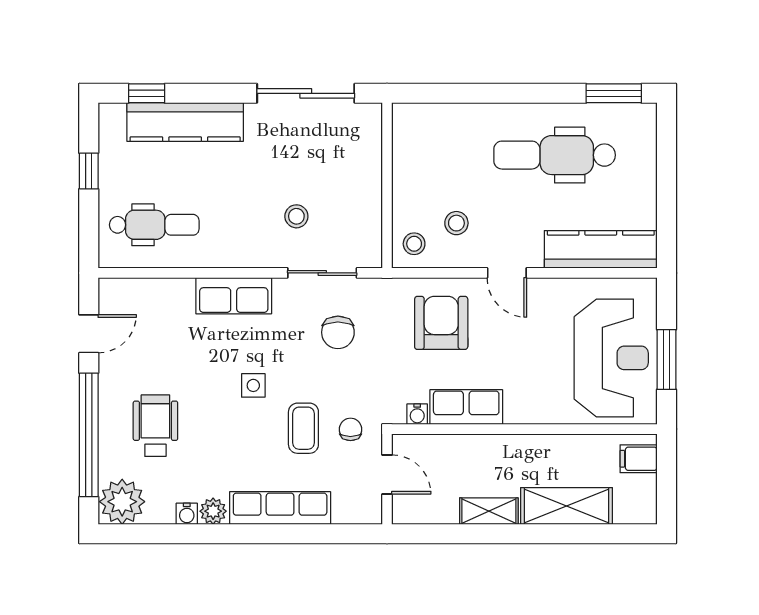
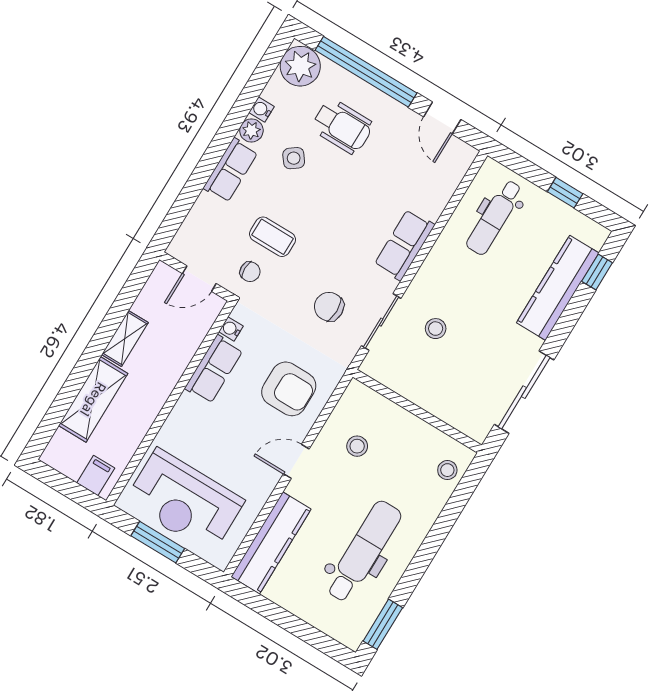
stool: (414, 244) -> (447, 470), moved
side table: (253, 385) -> (294, 158), moved, turned -37
row of seats: (280, 508) -> (230, 170), width x0.68

